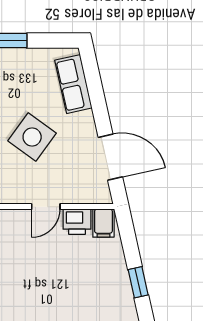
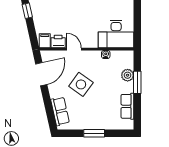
door: (110, 157) -> (41, 74), swing flipped
door: (46, 207) -> (74, 49), hinge flipped

